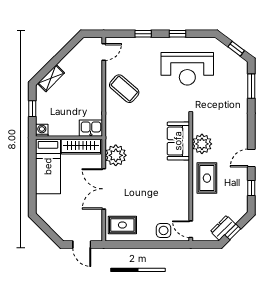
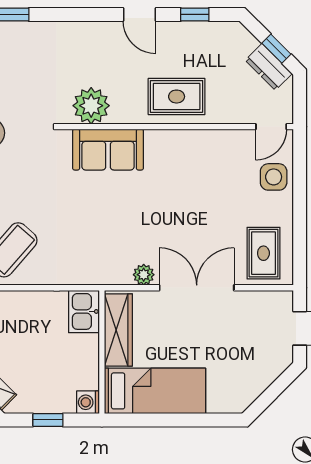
plant: (202, 144) -> (91, 106), moved
plant: (116, 155) -> (144, 275), width x0.53, depth x0.53
double door: (104, 189) -> (197, 288), swing flipped

